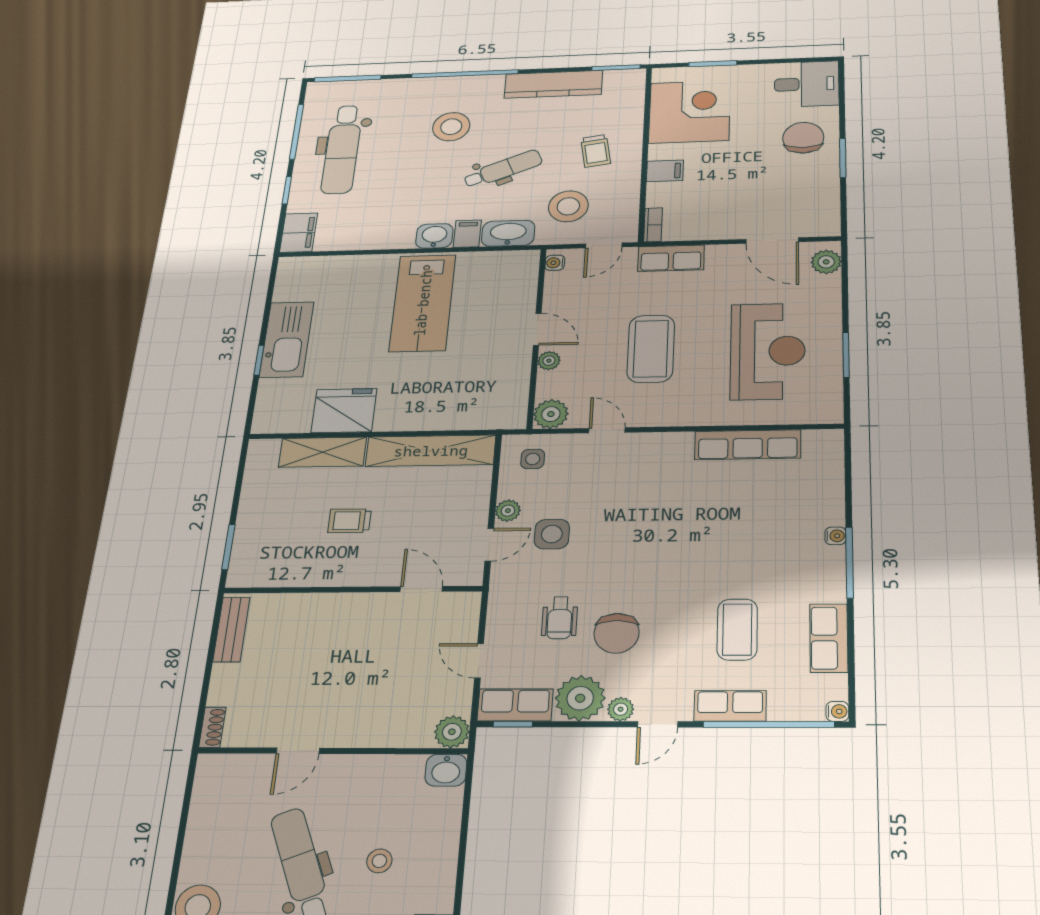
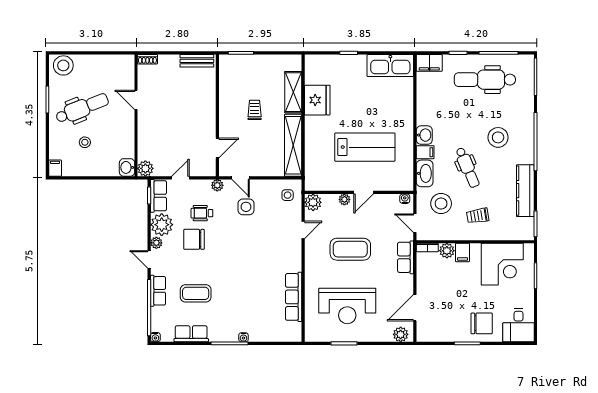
plant: (661, 195) -> (447, 251), added
lab bench: (423, 303) -> (365, 147), moved, turned 180
kitchen sink: (287, 339) -> (390, 65), moved
plant: (508, 511) -> (217, 185), moved

